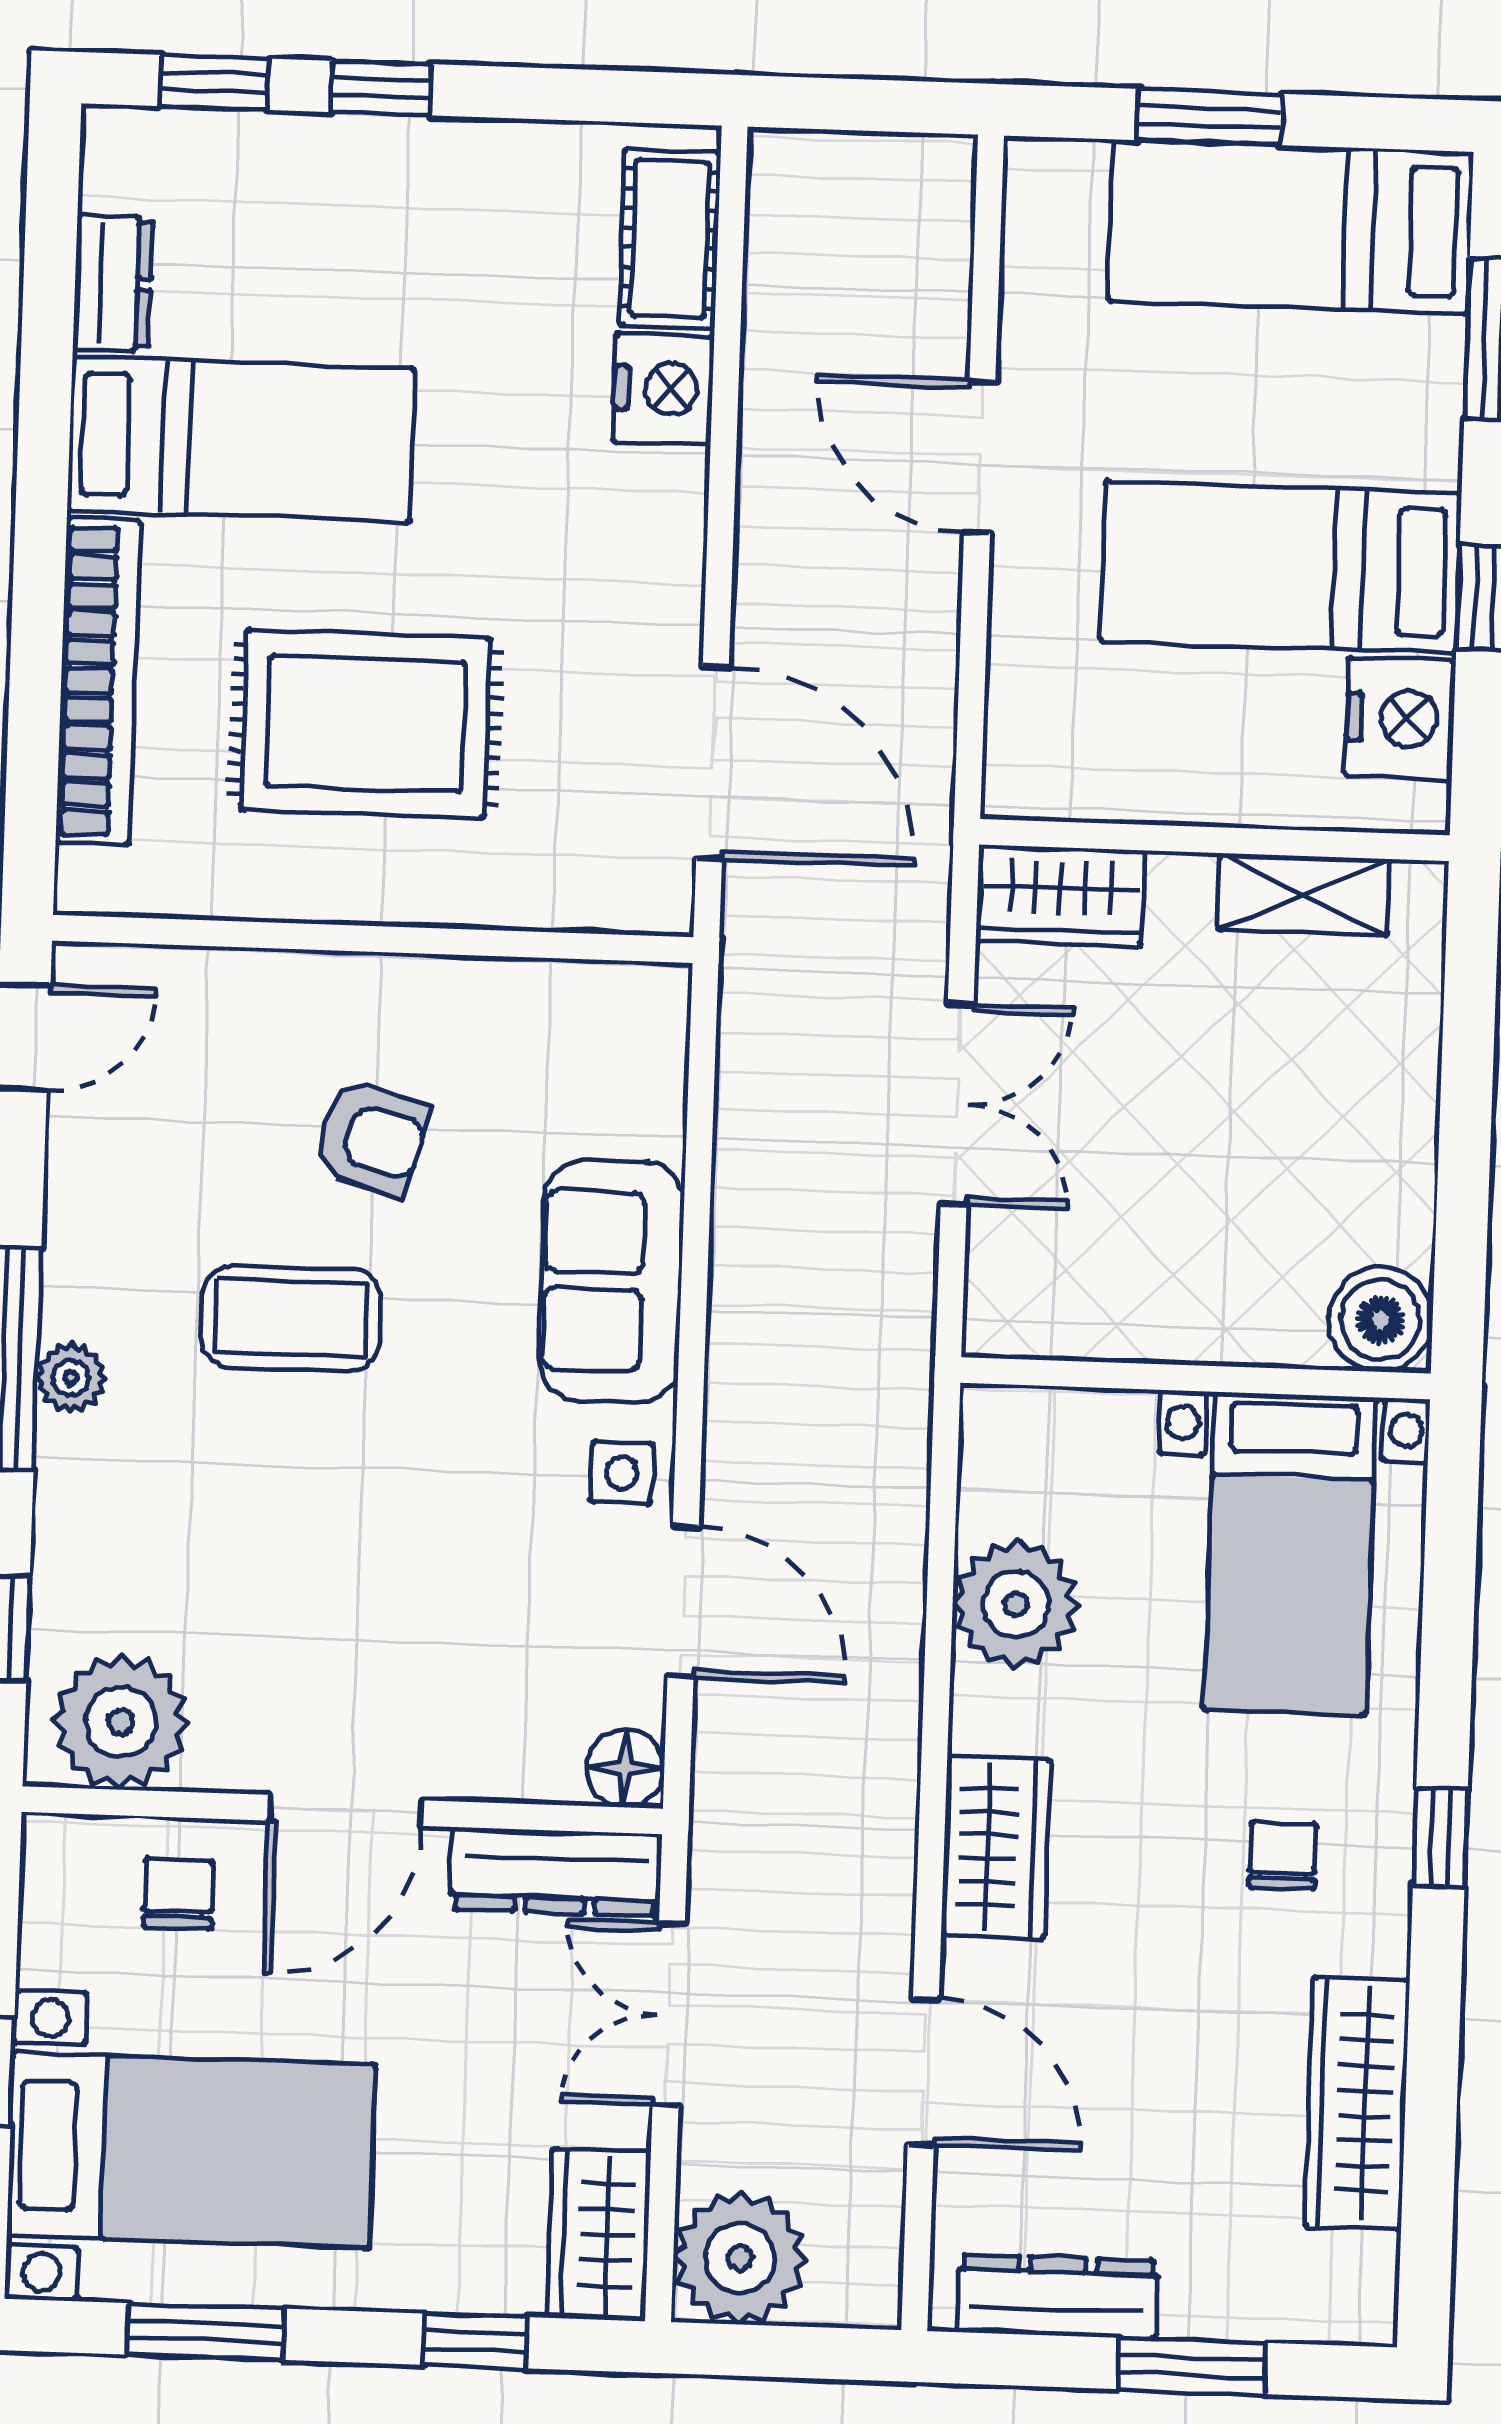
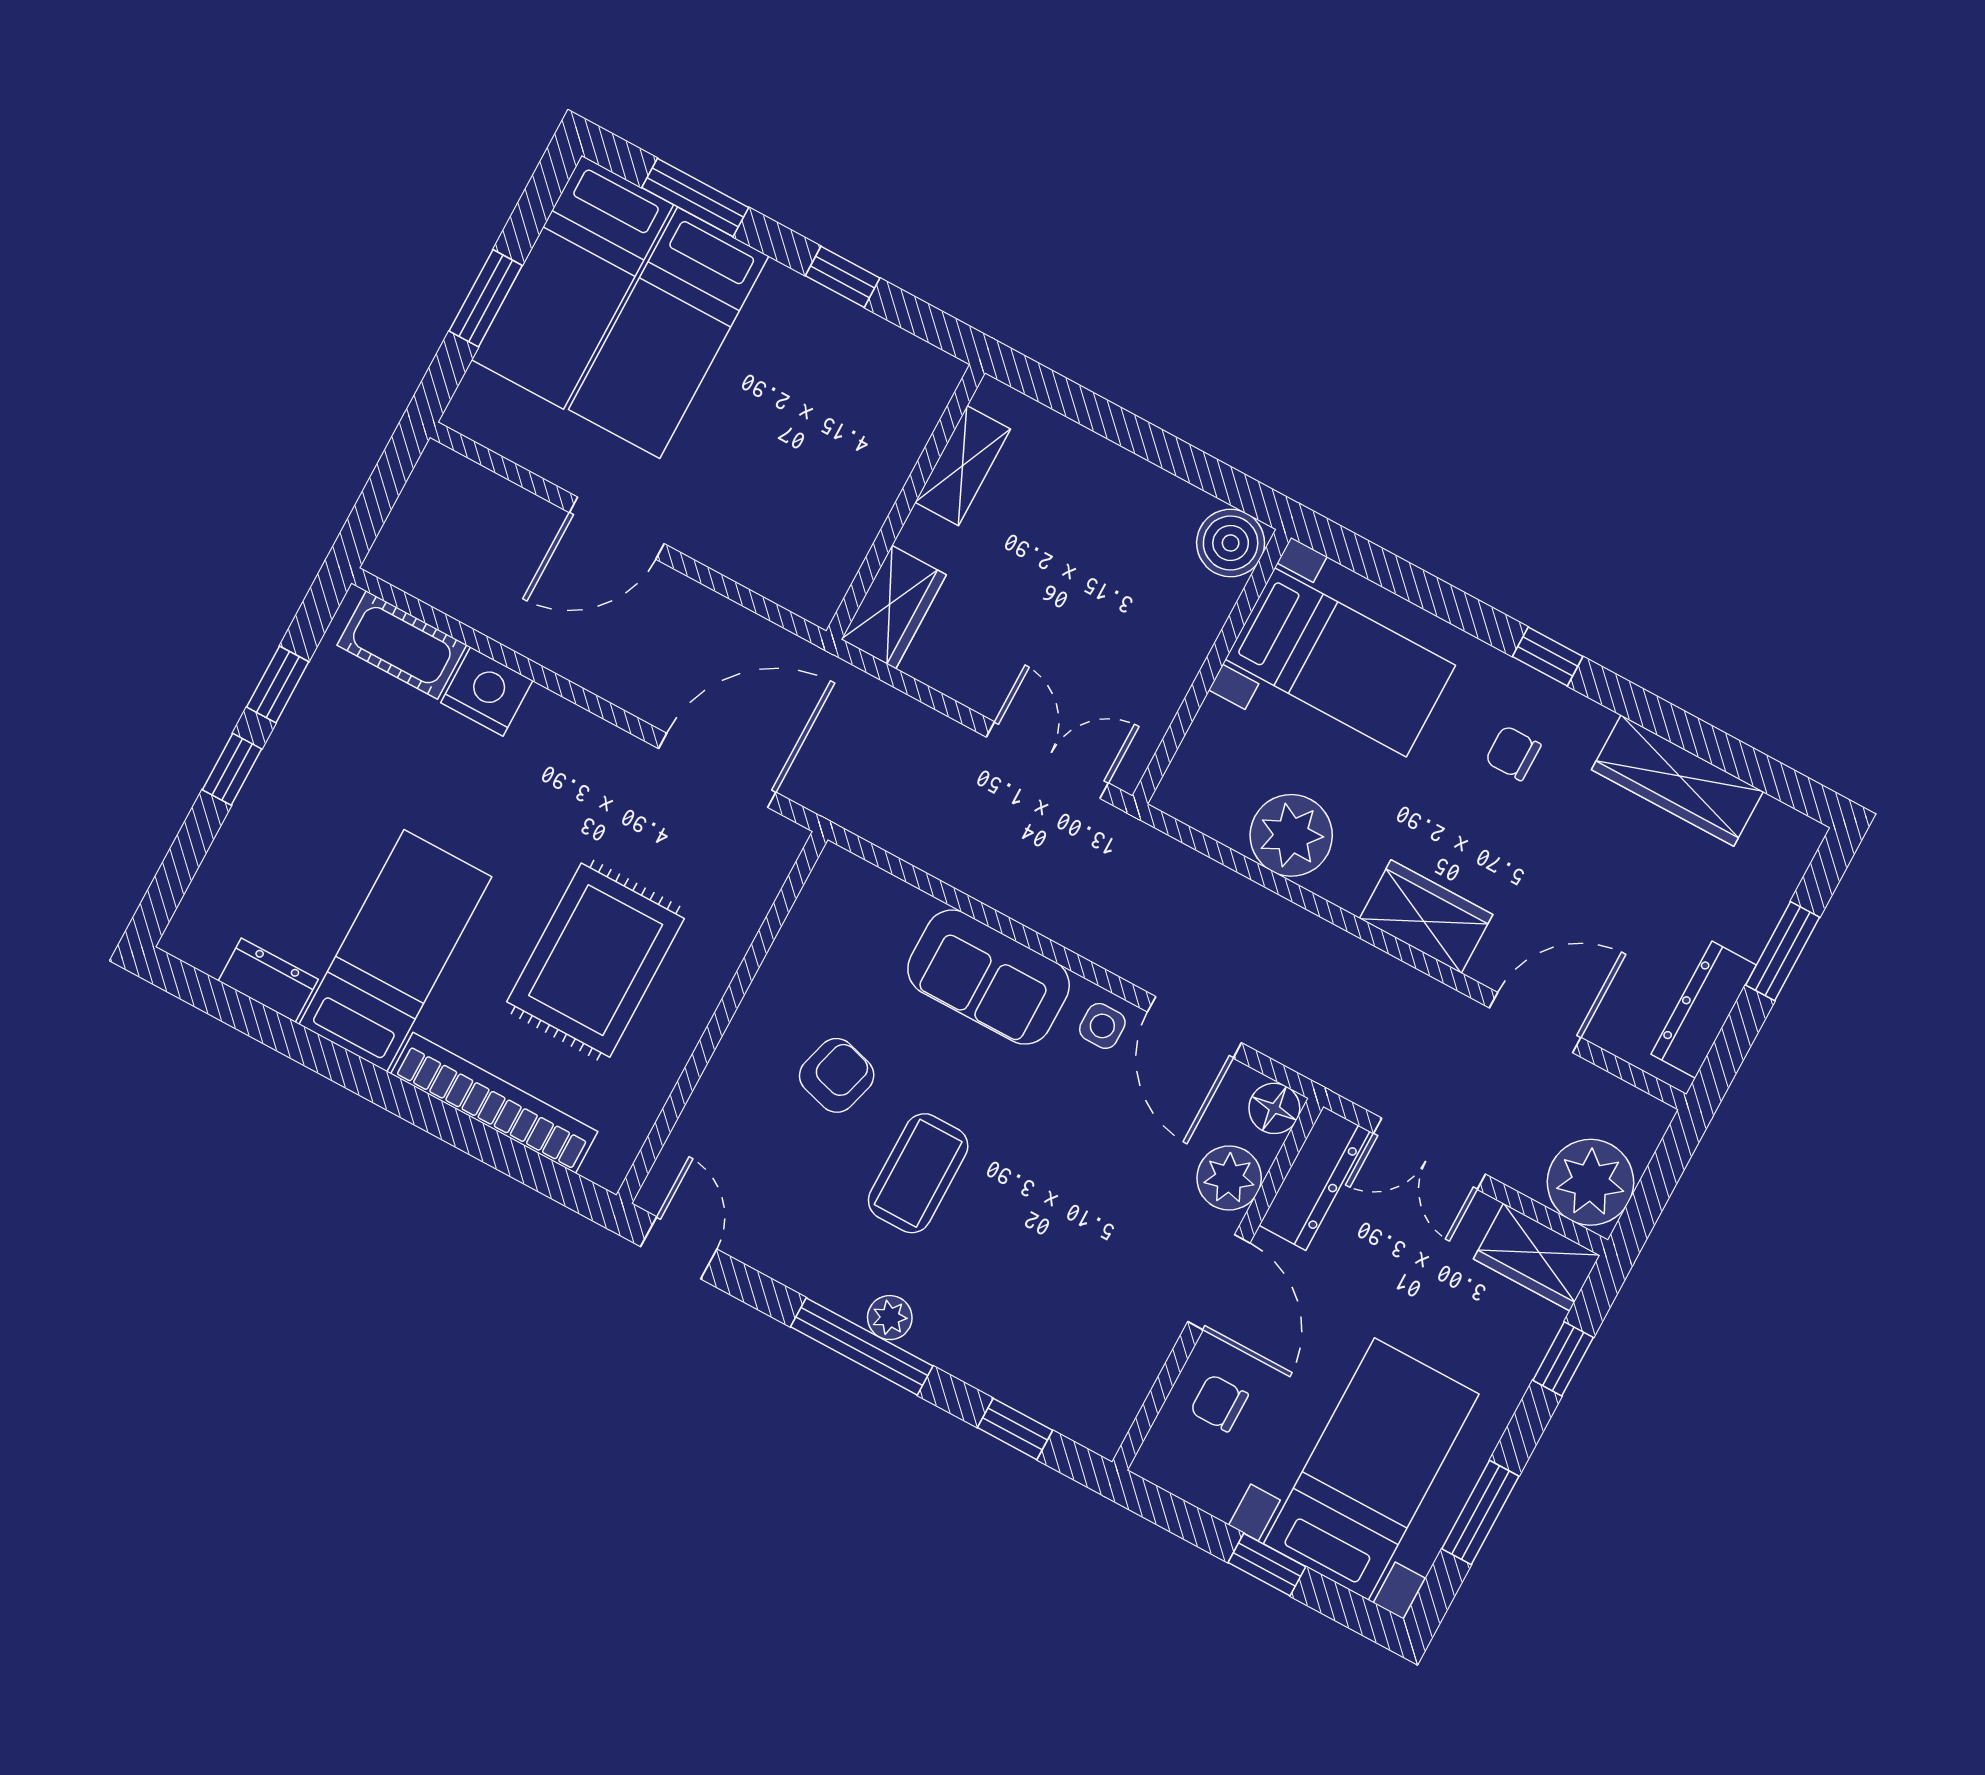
window: (214, 82) -> (278, 684), moved
bed: (1281, 567) -> (669, 333), moved
nightstand: (1400, 718) -> (888, 359), removed
double door: (957, 1104) -> (1047, 760), moved
door: (683, 1602) -> (1194, 1027), swing flipped
plant: (121, 1722) -> (1229, 1178), moved, width x0.73, depth x0.73

